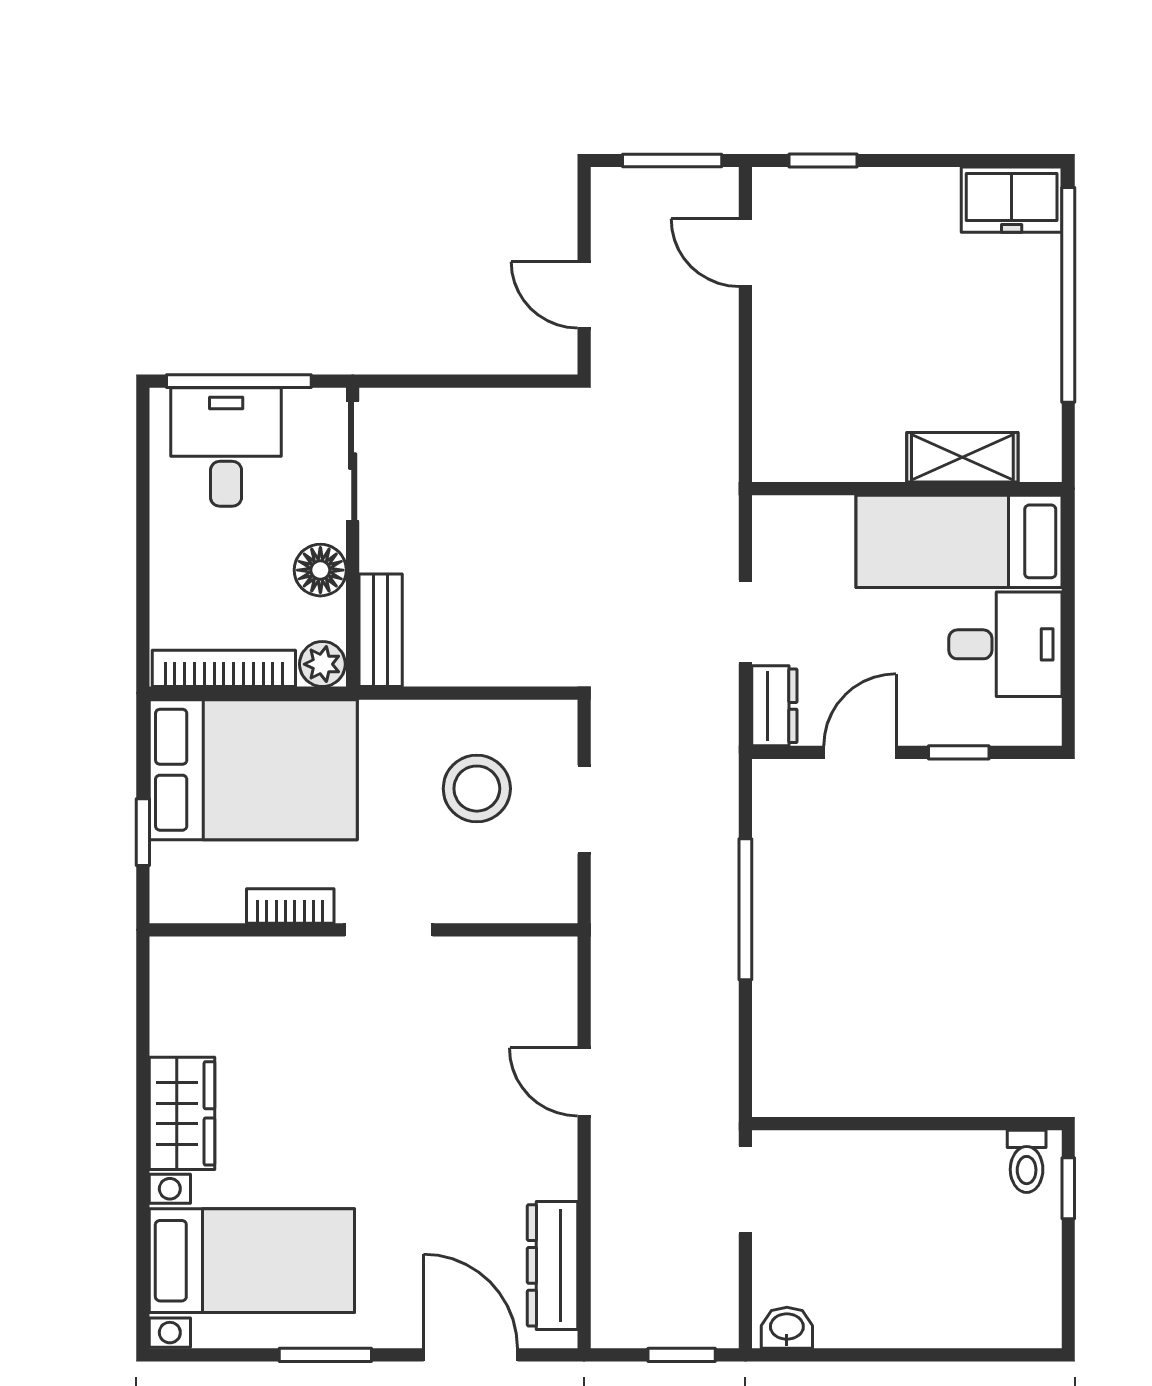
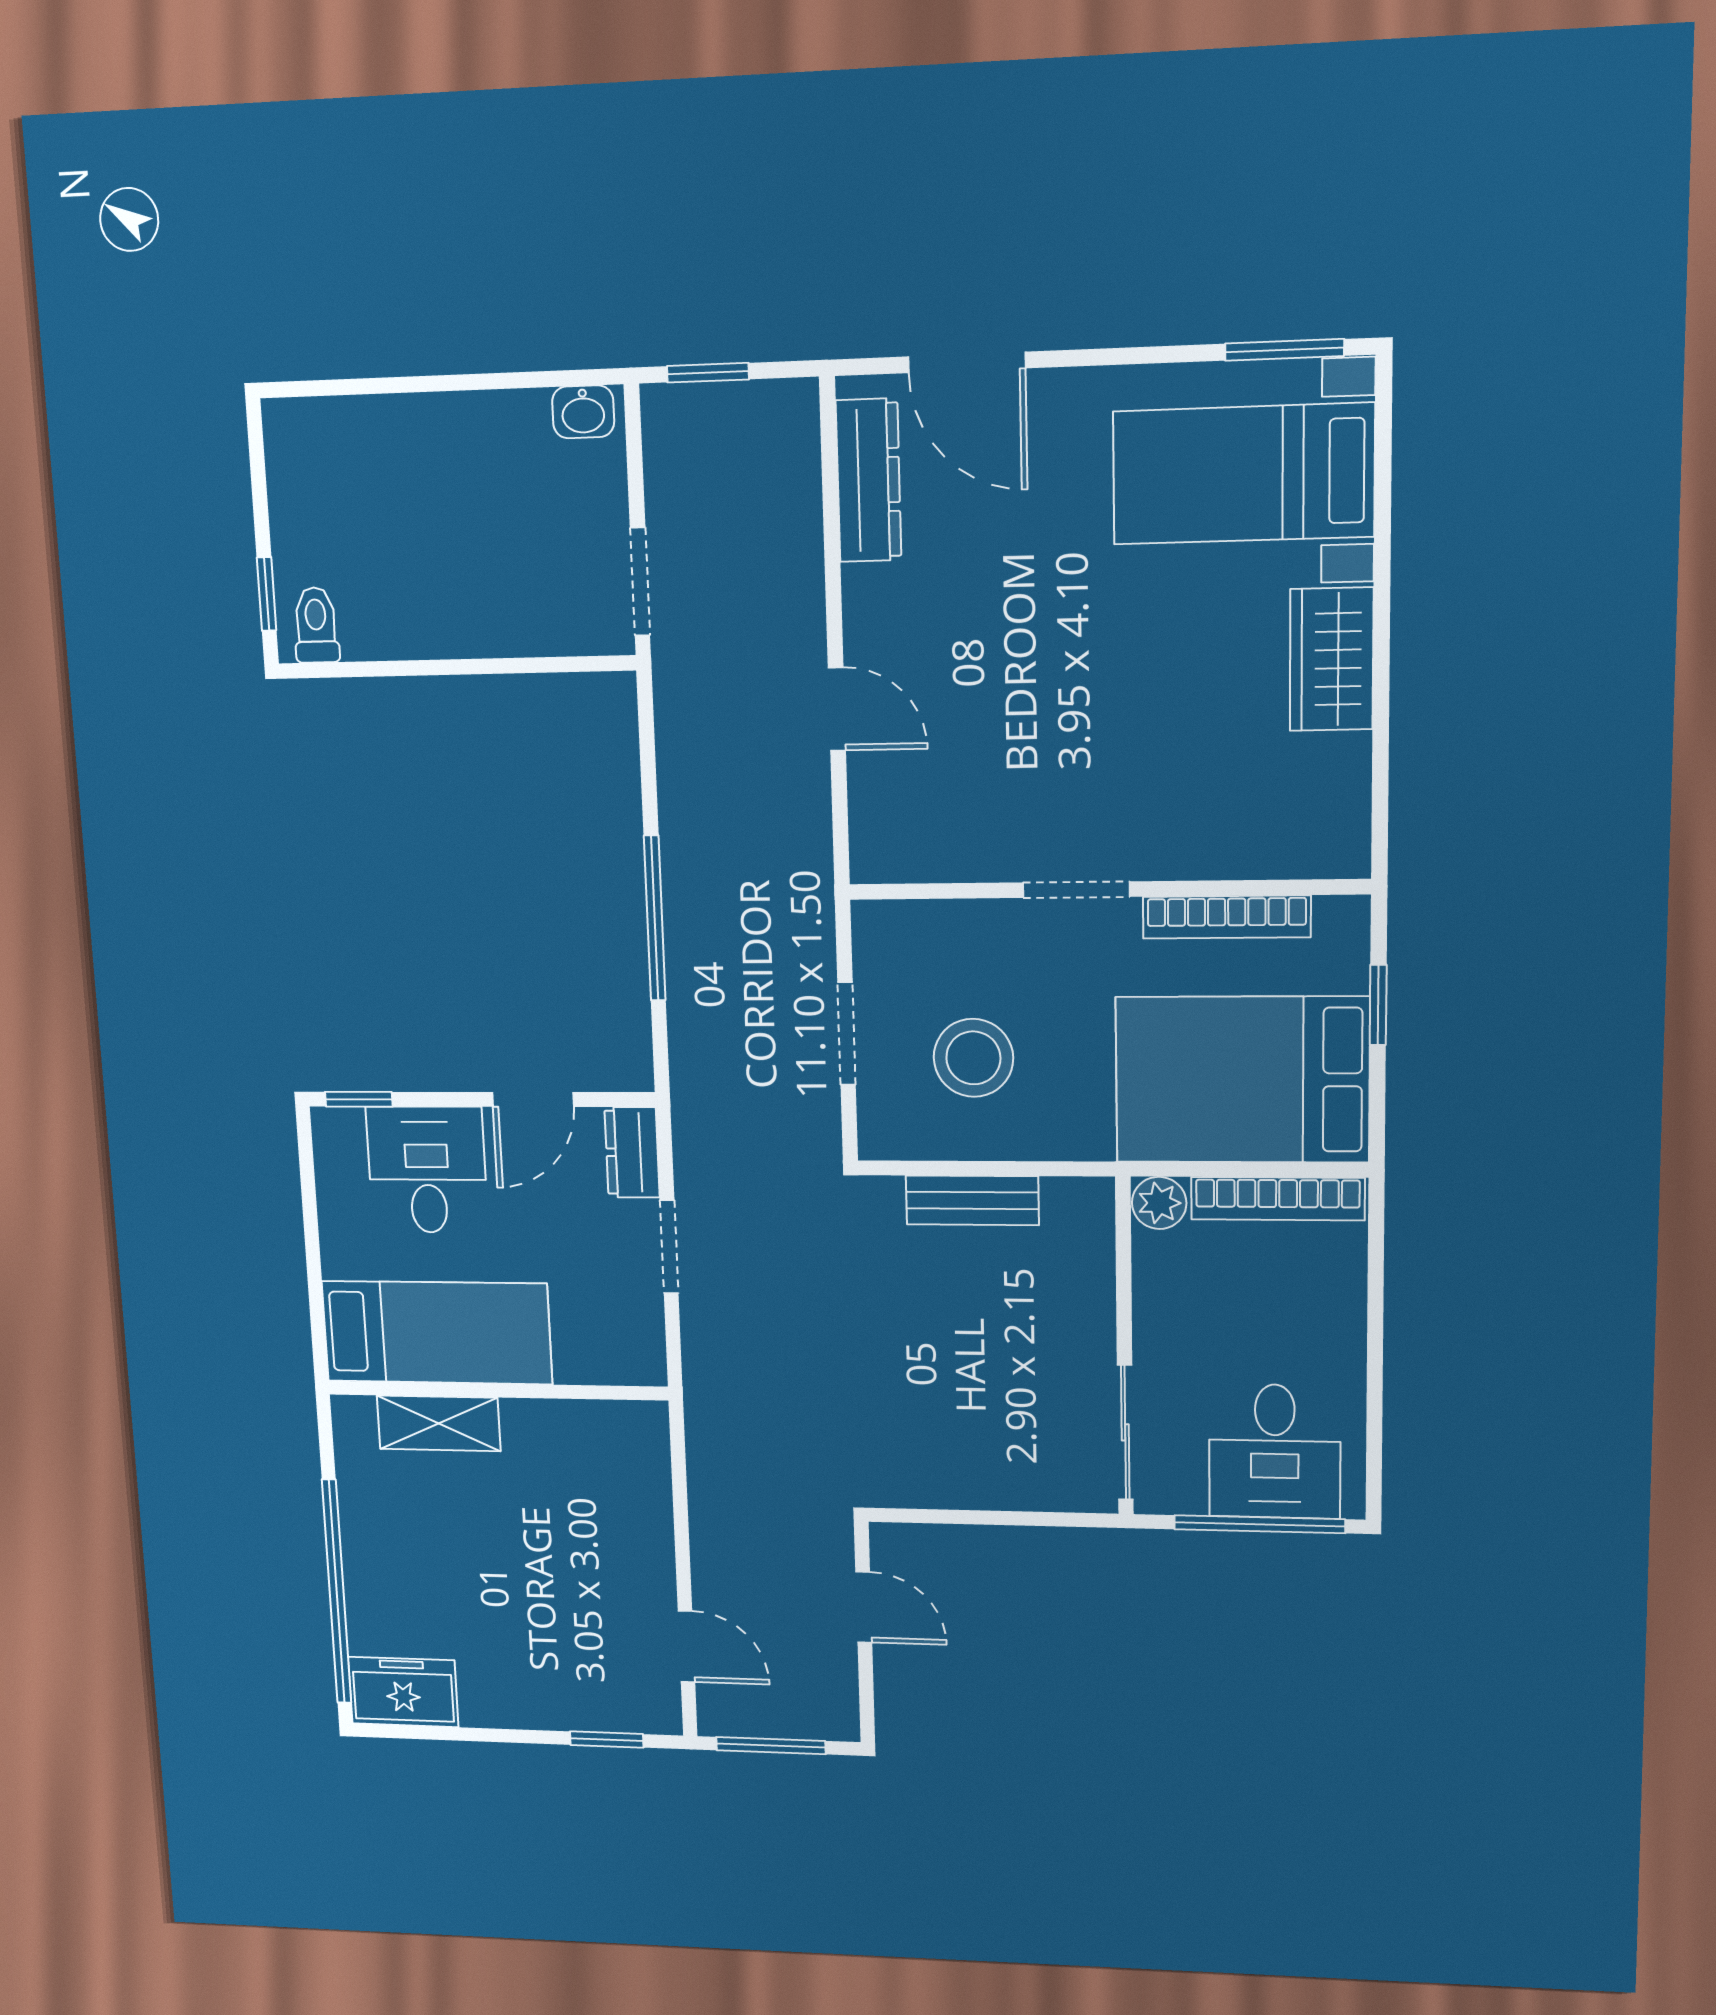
floor lamp: (320, 570) -> (1162, 1311), removed
bench: (381, 630) -> (972, 1200), moved, turned 90
desk: (1005, 644) -> (427, 1170), moved, turned 90
window: (959, 752) -> (359, 1099), moved
bookcase: (290, 906) -> (1227, 917), width x1.56
window: (325, 1355) -> (1284, 350), moved

